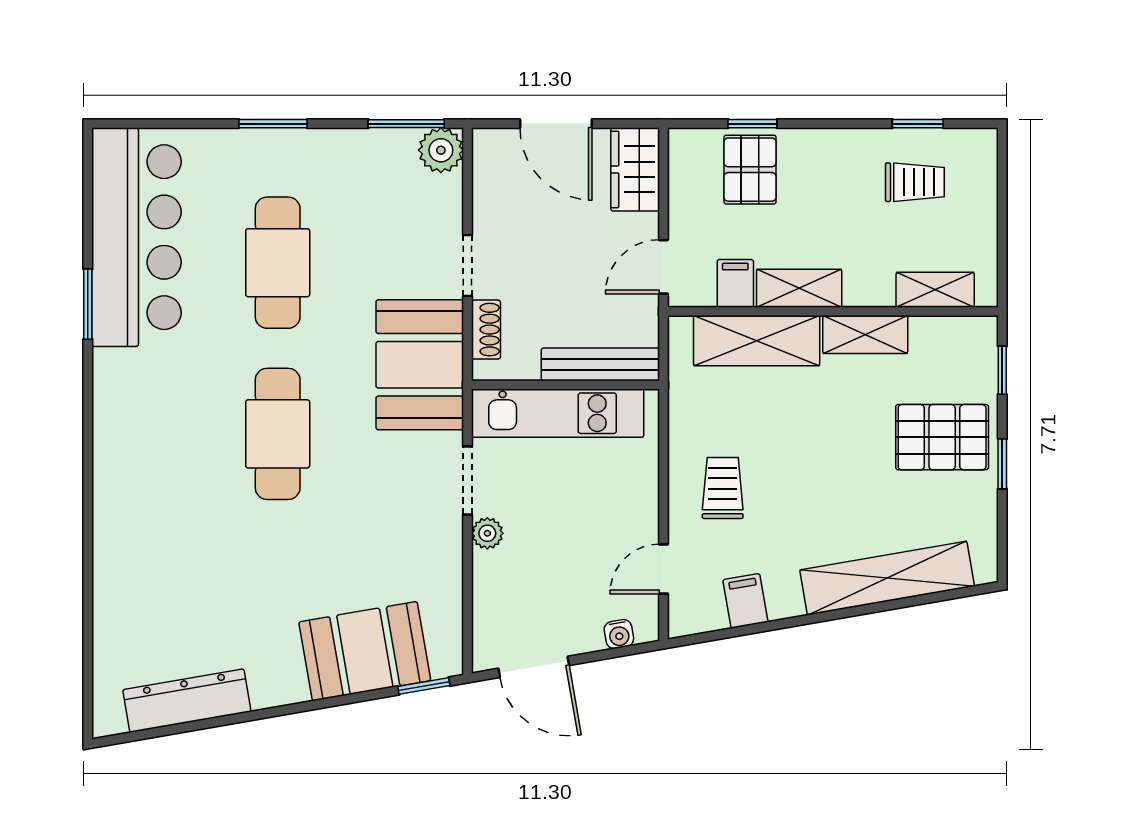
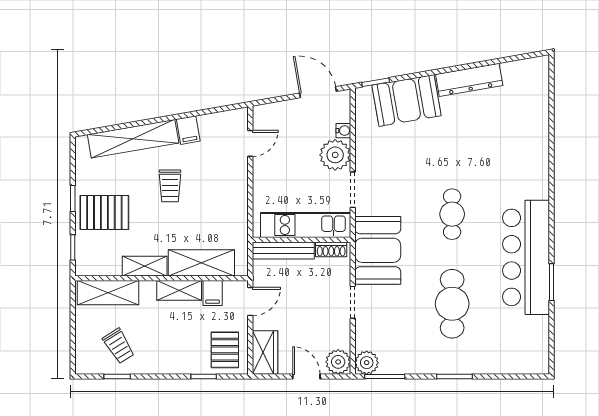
door: (556, 124) -> (306, 377), width x0.73
plant: (495, 152) -> (338, 362), added
pallet: (750, 170) -> (225, 350), moved
trolley: (915, 182) -> (119, 346), turned -122
bar counter: (136, 237) -> (526, 257), moved
shelving: (935, 290) -> (108, 293), width x1.50, depth x1.33
shoe rack: (486, 330) -> (331, 249), moved, turned -90
cafe table: (278, 434) -> (452, 214), width x0.73, depth x0.74
trolley: (723, 488) -> (170, 186), moved
plant: (487, 533) -> (335, 155), width x1.87, depth x1.87
filing cabinet: (745, 601) -> (188, 130), moved
water cooler: (619, 634) -> (343, 131), moved, turned 100
dresser: (187, 701) -> (469, 80), moved

